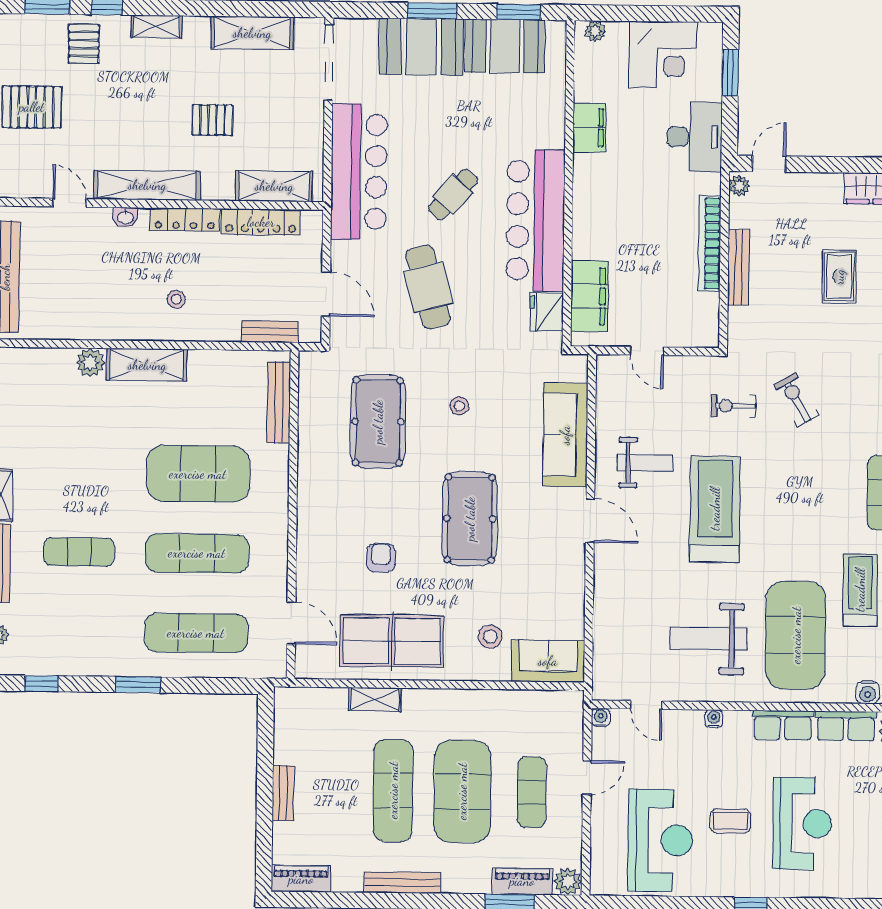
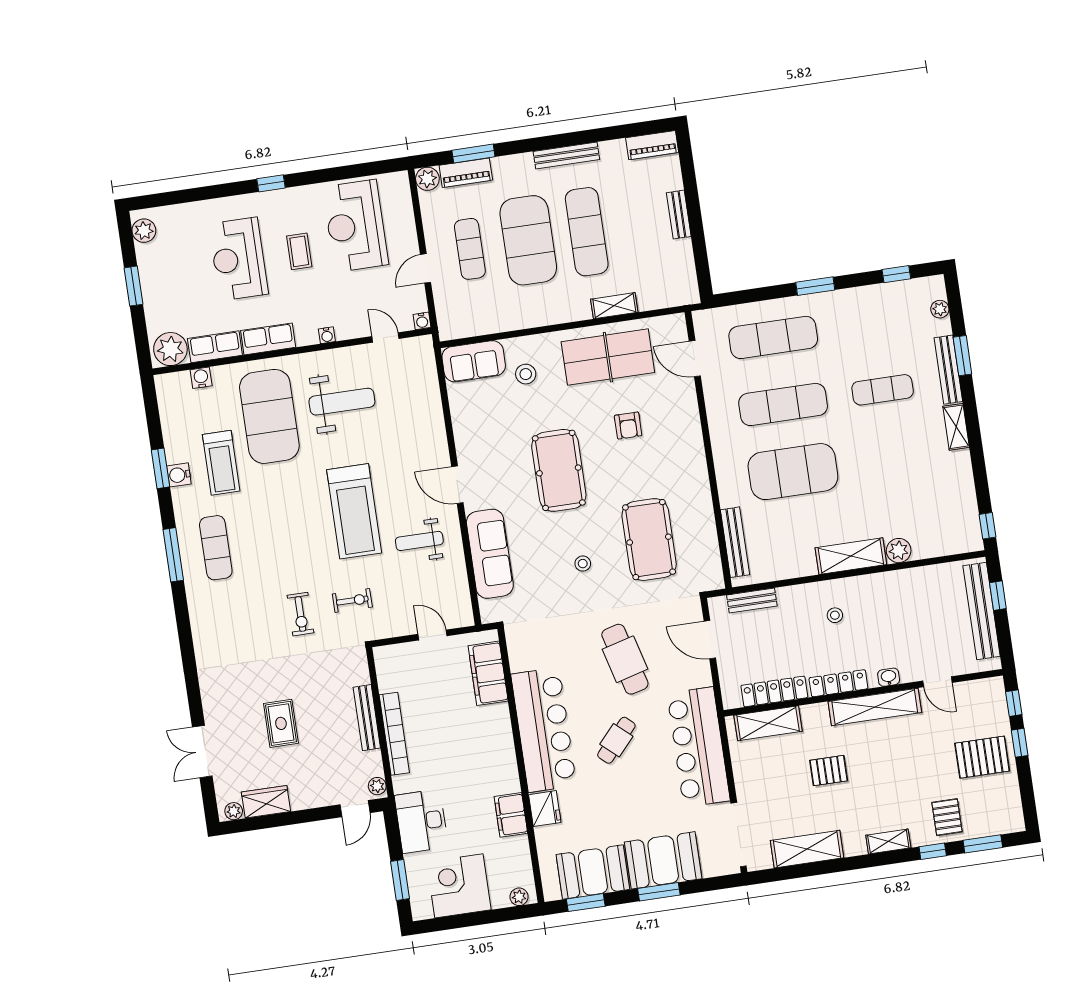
fridge: (547, 312) -> (545, 809), moved
exercise bike: (796, 400) -> (300, 614), turned 30
coffee table: (730, 821) -> (299, 251), turned 90

